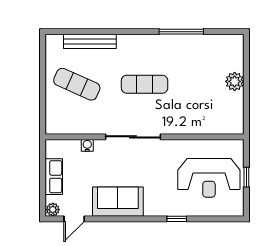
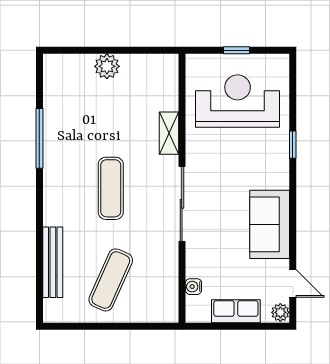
shelving: (185, 127) -> (169, 133), added
water cooler: (87, 145) -> (193, 287), moved
reception desk: (209, 178) -> (238, 101), turned -90

